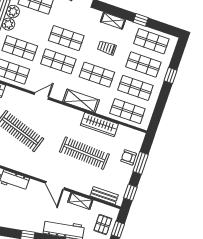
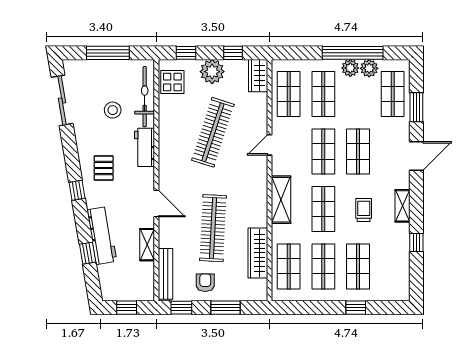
shop shelf: (151, 41) -> (393, 266), removed
door: (41, 96) -> (270, 145), swing flipped
wardrobe: (99, 125) -> (258, 253), moved
armchair: (129, 157) -> (205, 283), moved
door: (55, 185) -> (156, 204), swing flipped
bench: (104, 195) -> (165, 274), width x1.36
pallet: (103, 225) -> (104, 168), moved, turned 90

